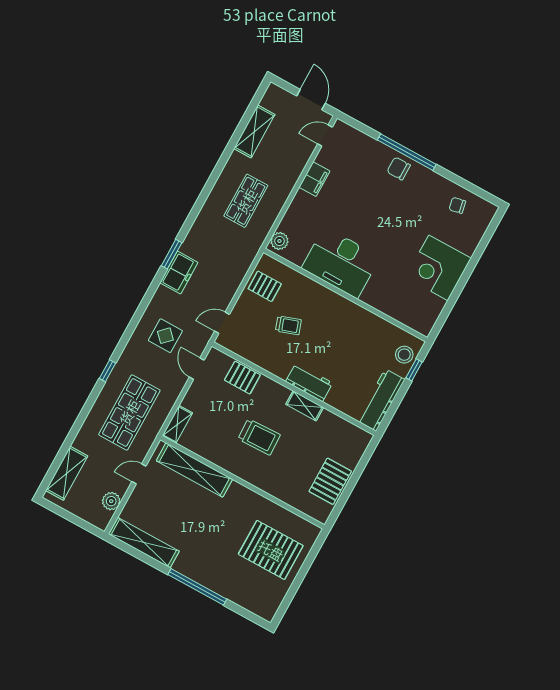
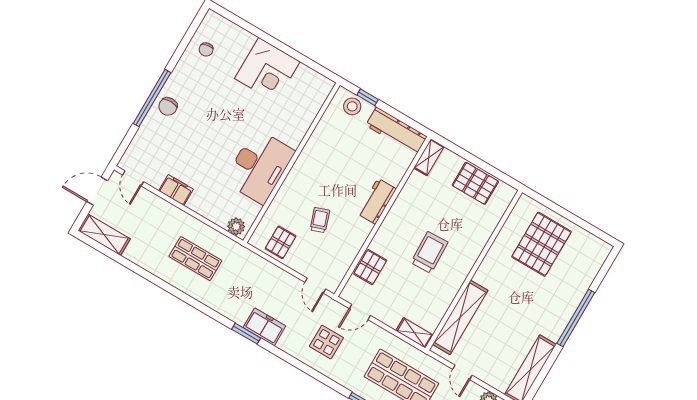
shelving: (254, 132) -> (104, 235), moved
shelving: (305, 406) -> (429, 157), moved

